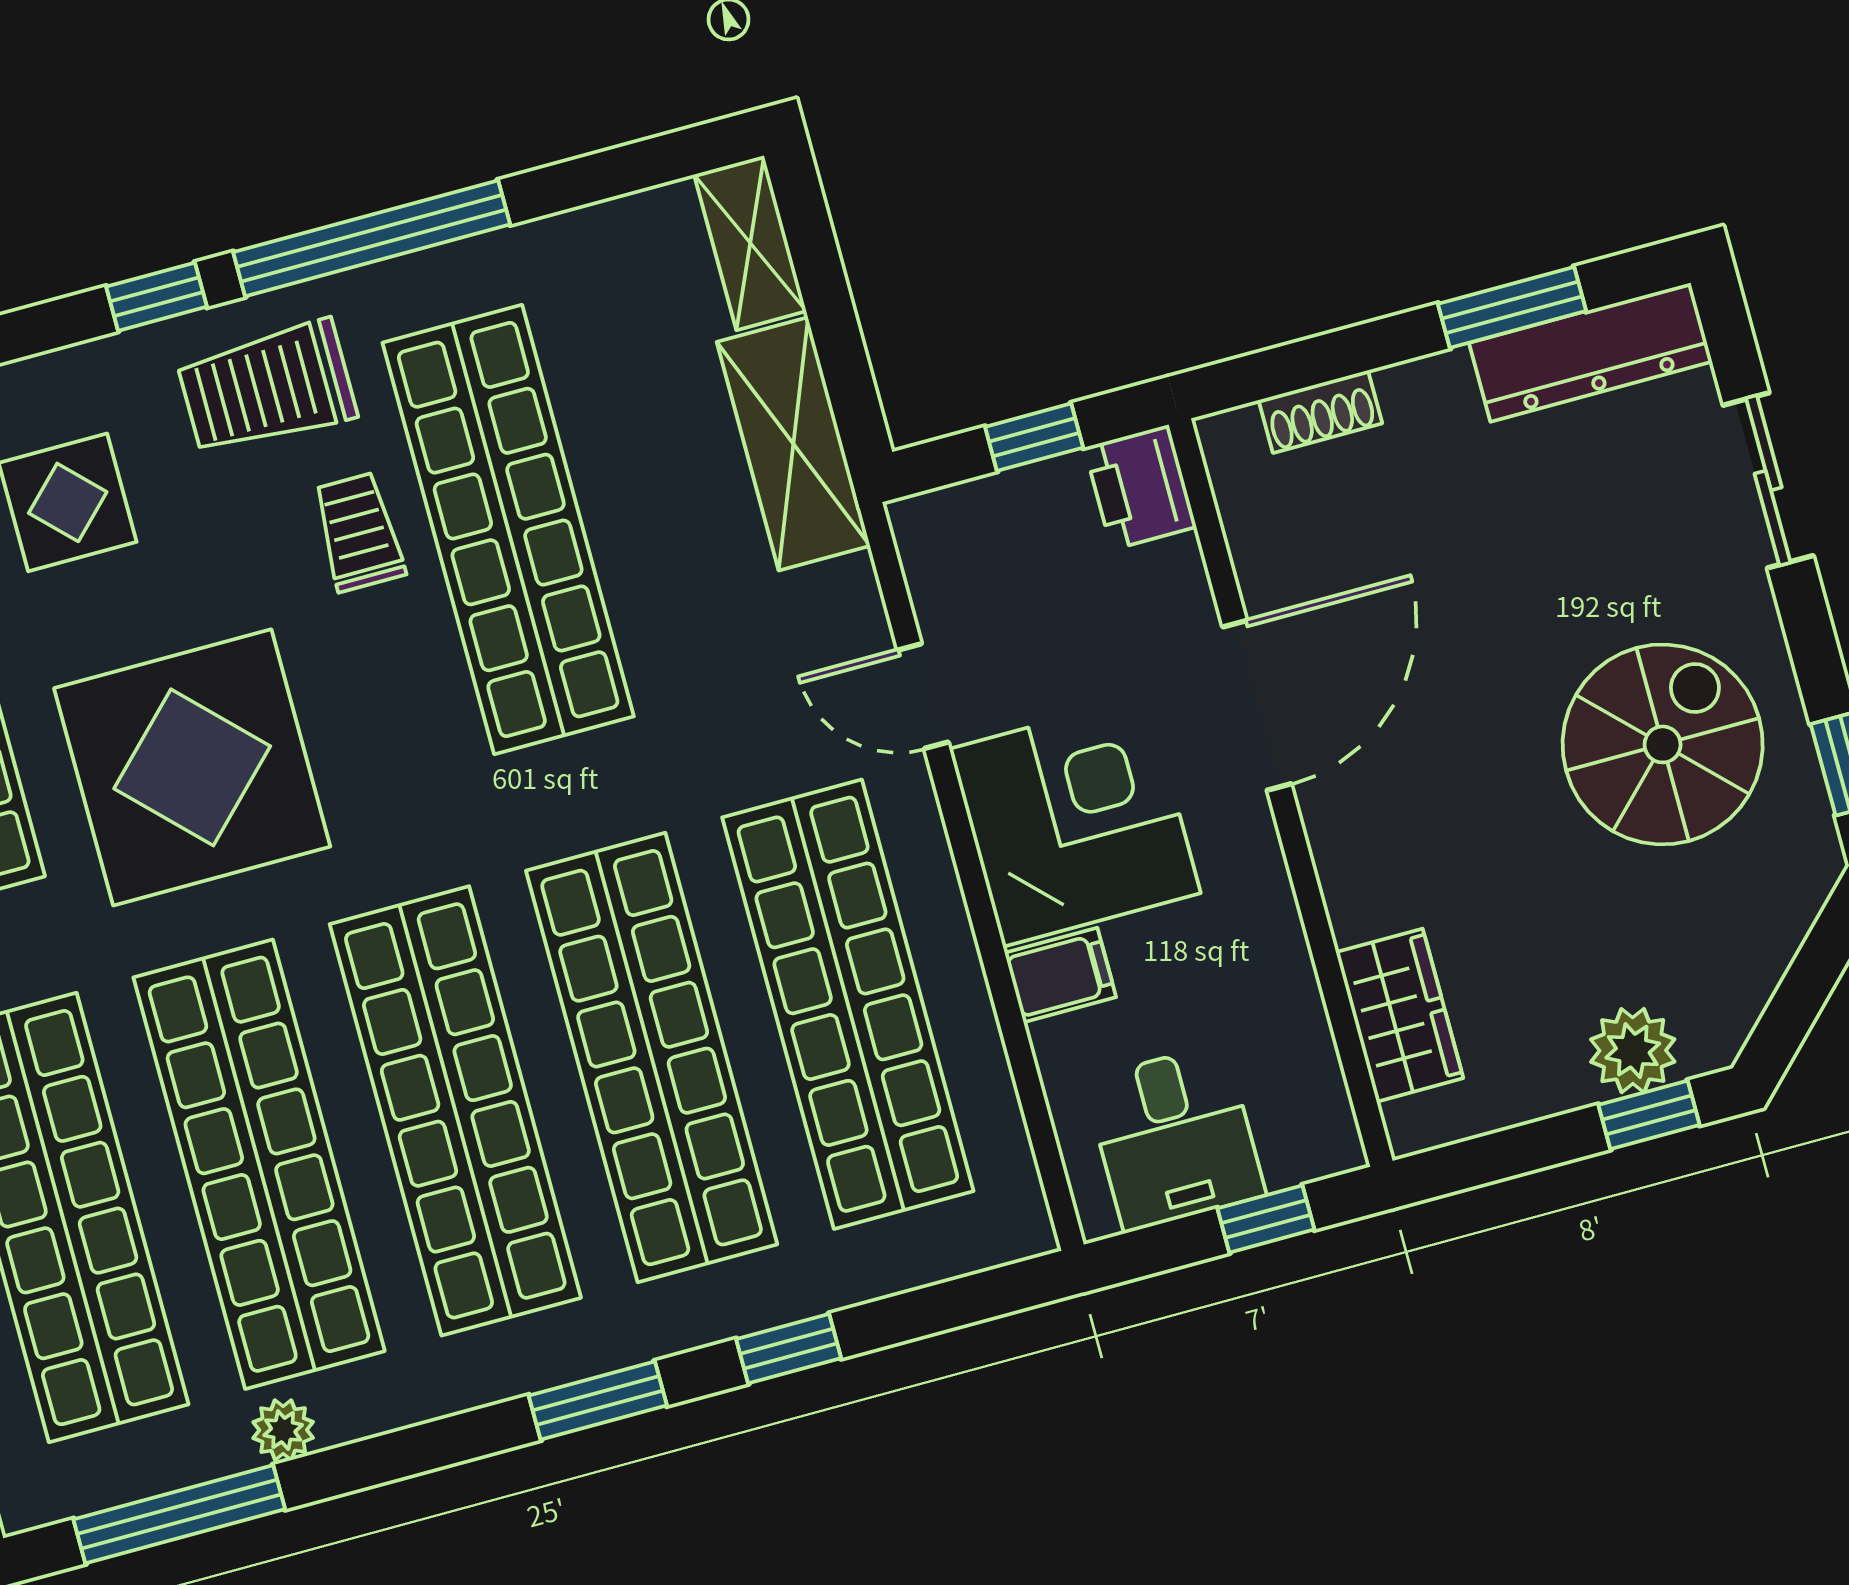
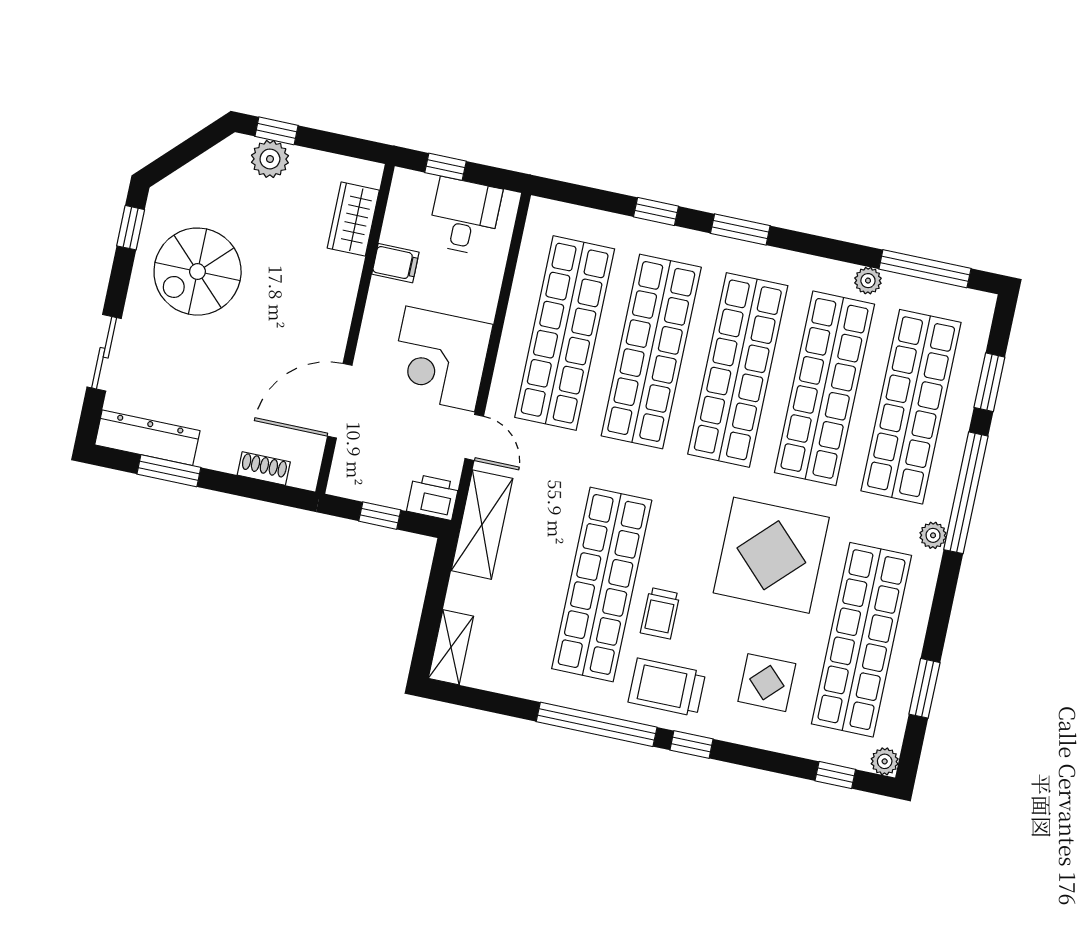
trolley: (267, 388) -> (667, 687), turned 180
shelving: (793, 444) -> (482, 525), moved
printer: (1140, 487) -> (433, 497), moved, turned -90
door: (1257, 705) -> (340, 401), moved
filing cabinet: (1060, 975) -> (395, 263), moved, turned 180

